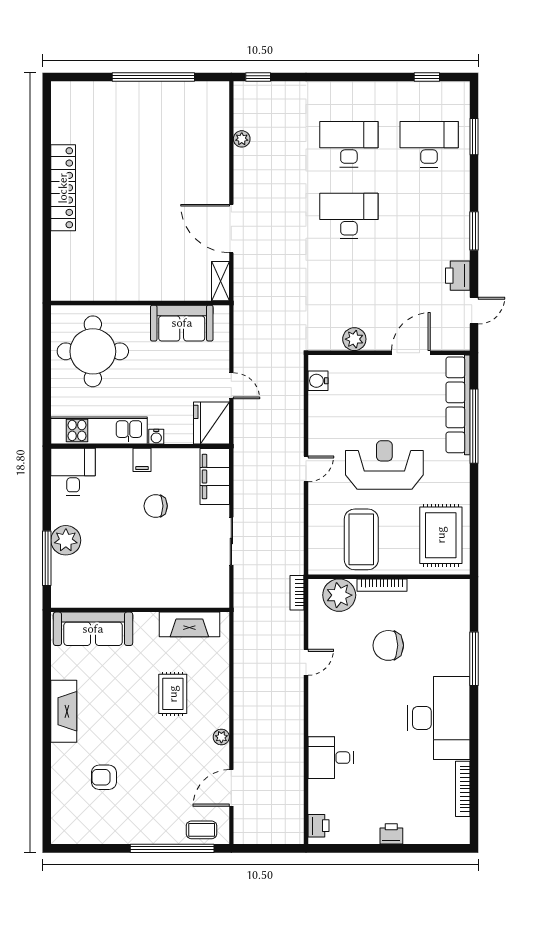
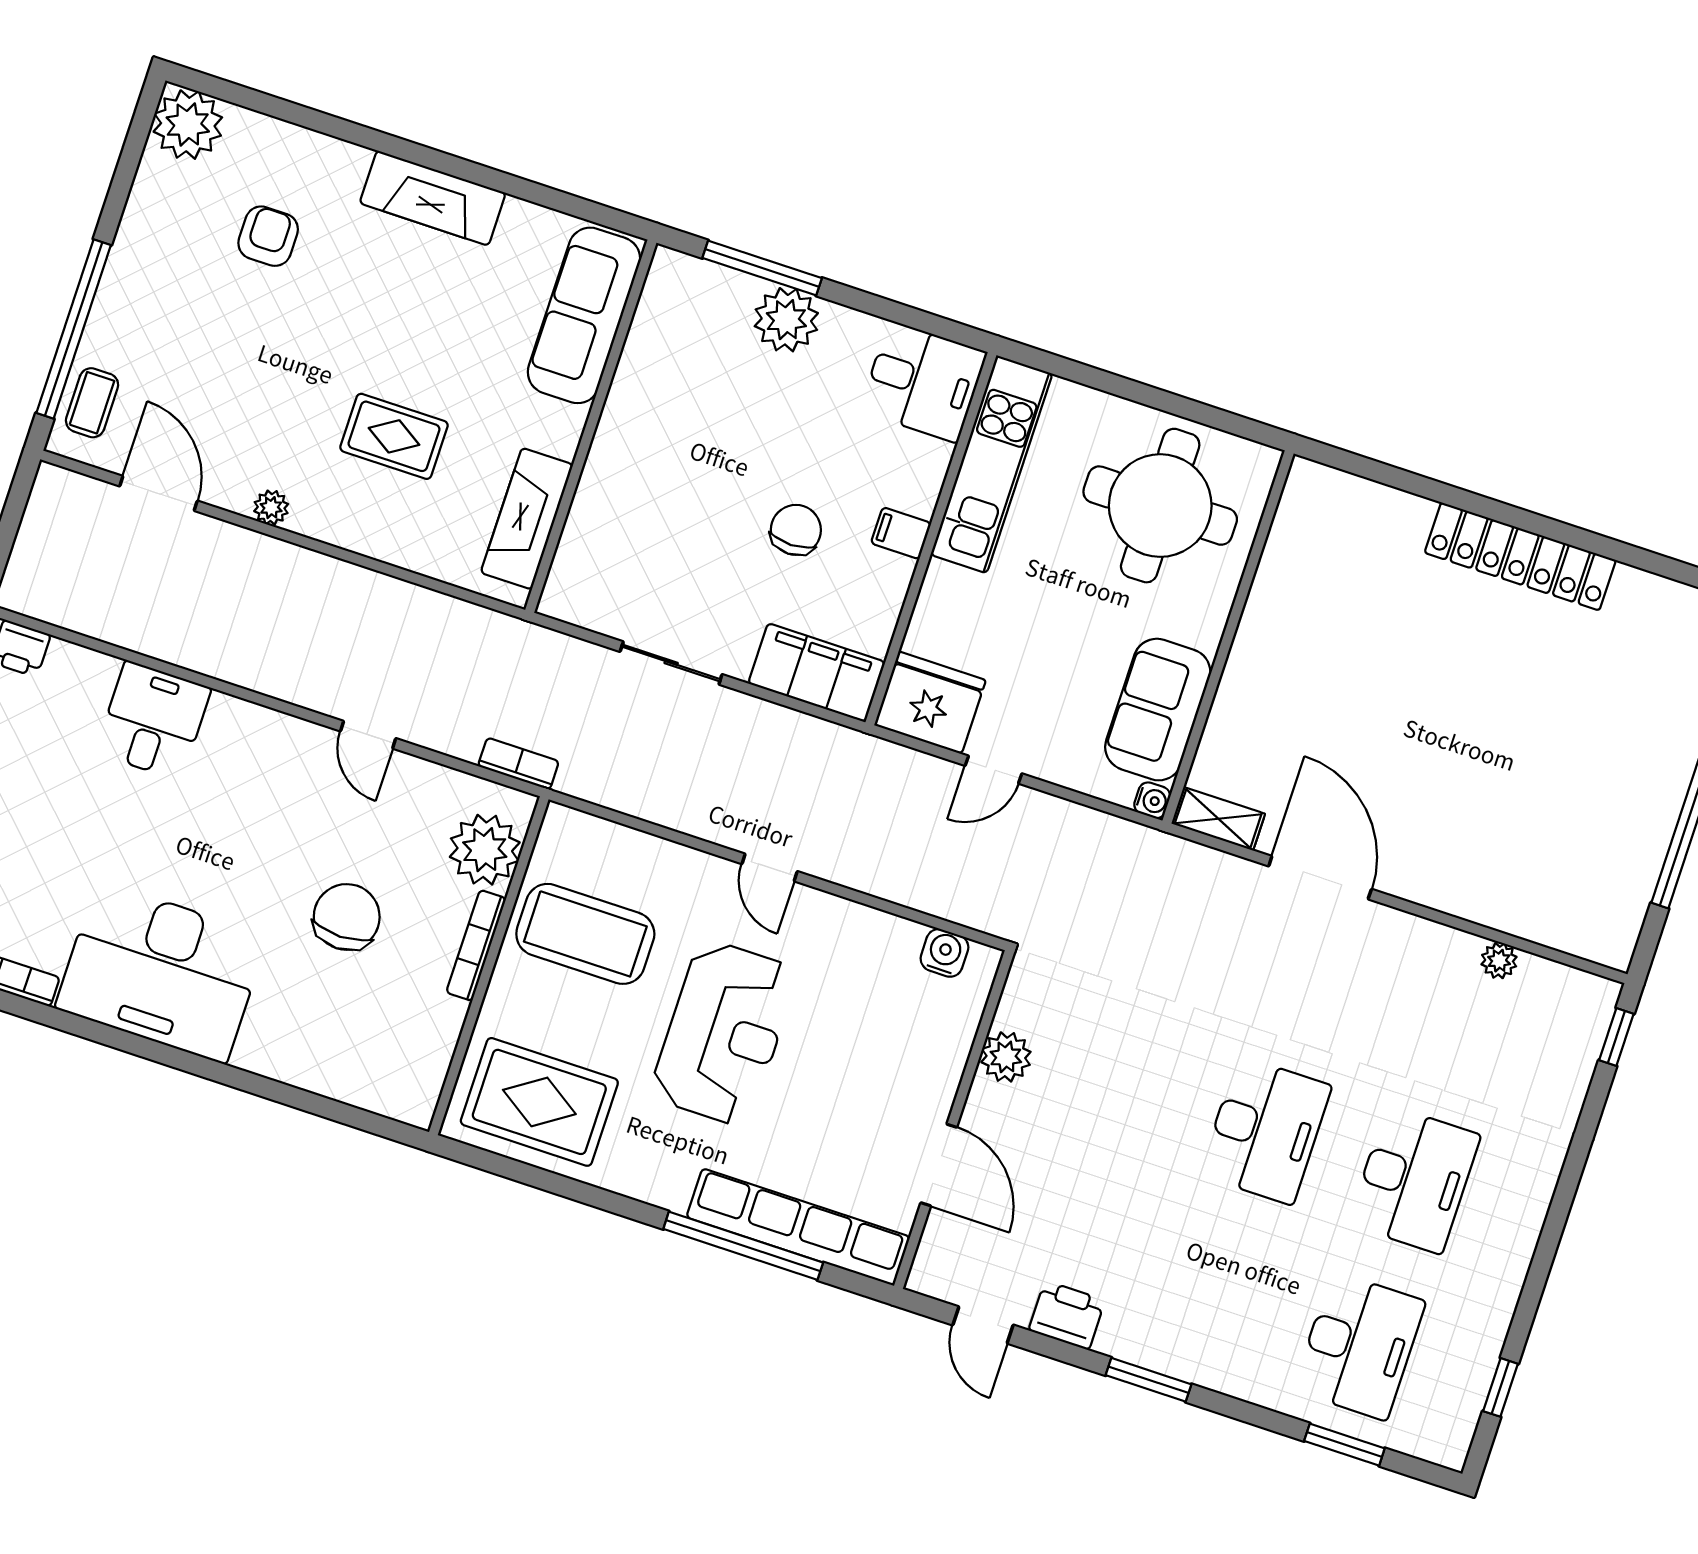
door: (231, 229) -> (1320, 878), hinge flipped
water cooler: (156, 437) -> (1152, 800), moved, turned 180
window: (474, 659) -> (260, 1086), removed
plant: (67, 828) -> (188, 125), added

